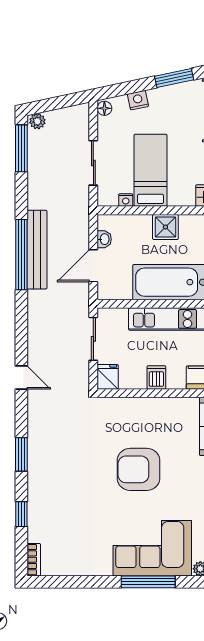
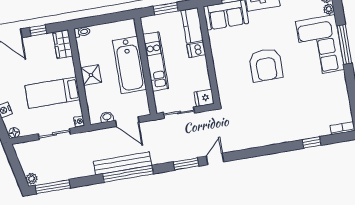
nightstand: (126, 200) -> (79, 121), moved
dishwasher: (156, 377) -> (196, 50), moved
window: (21, 454) -> (186, 164), moved

